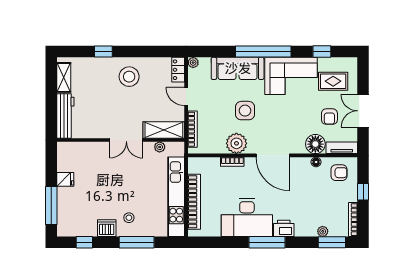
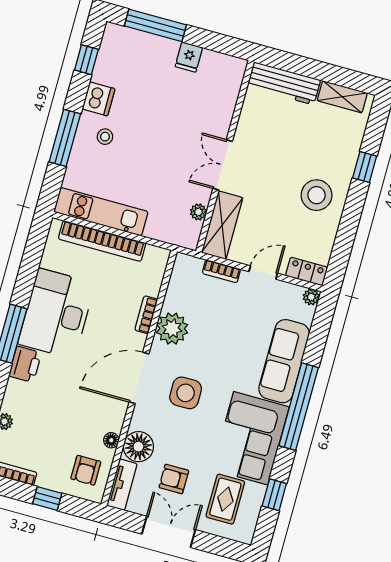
side table: (245, 111) -> (186, 393), moved
bookcase: (192, 129) -> (221, 271), width x0.64
kitchen unit: (176, 197) -> (101, 212), width x0.73

